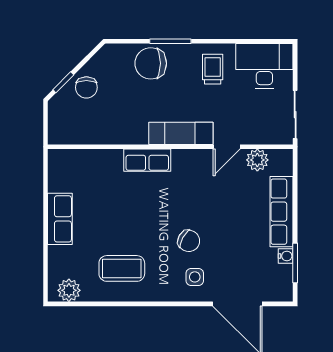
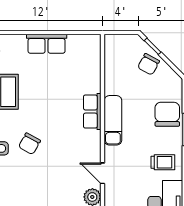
chair: (86, 87) -> (149, 64), turned -62
exam couch: (181, 133) -> (113, 120), moved

